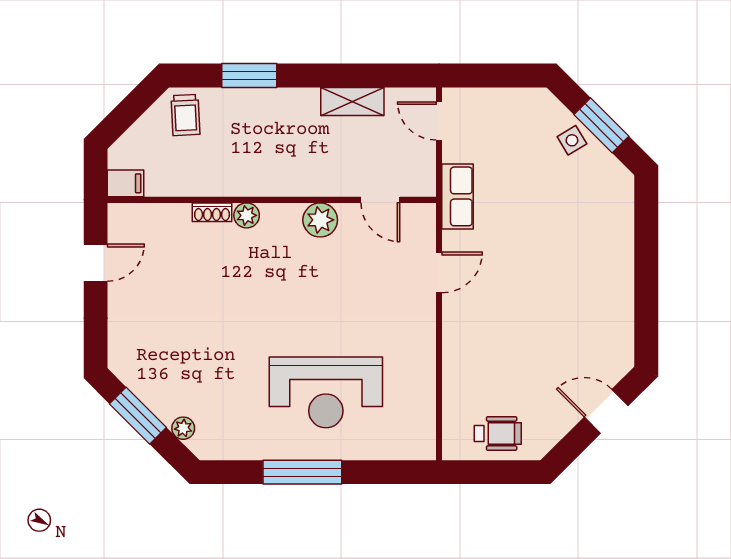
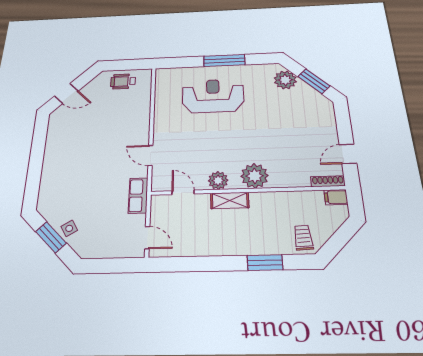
shelving: (352, 102) -> (230, 200), moved
shoe rack: (212, 212) -> (328, 181), moved, width x1.43
plant: (247, 215) -> (255, 176), width x1.88, depth x1.88
door: (439, 272) -> (150, 155), hinge flipped
plant: (183, 428) -> (285, 80), width x1.88, depth x1.88

